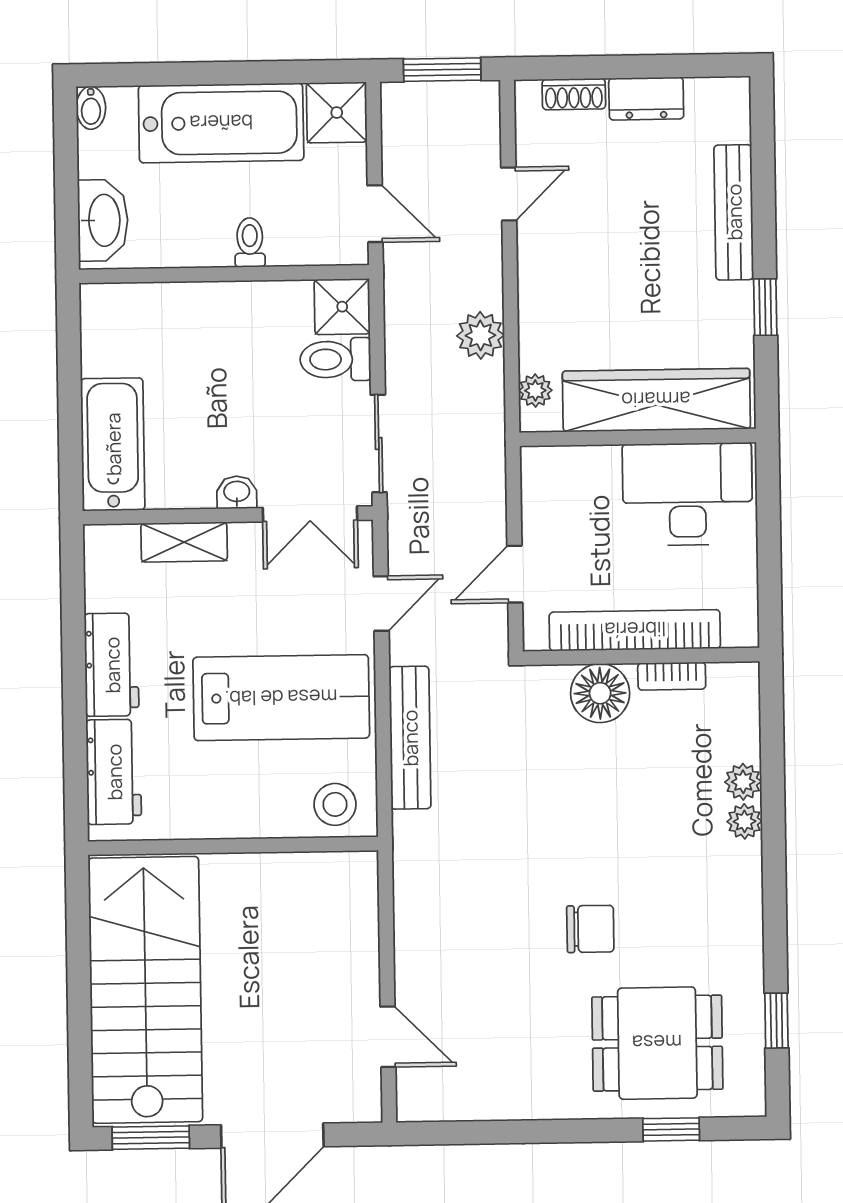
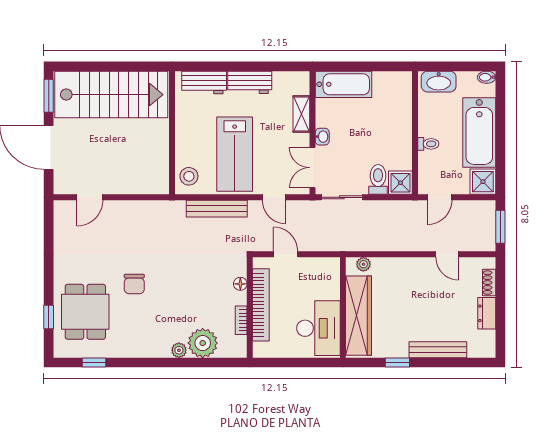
plant: (480, 335) -> (387, 241), removed
floor lamp: (600, 693) -> (240, 284), width x0.53, depth x0.53
plant: (743, 782) -> (203, 343), width x1.88, depth x1.88

